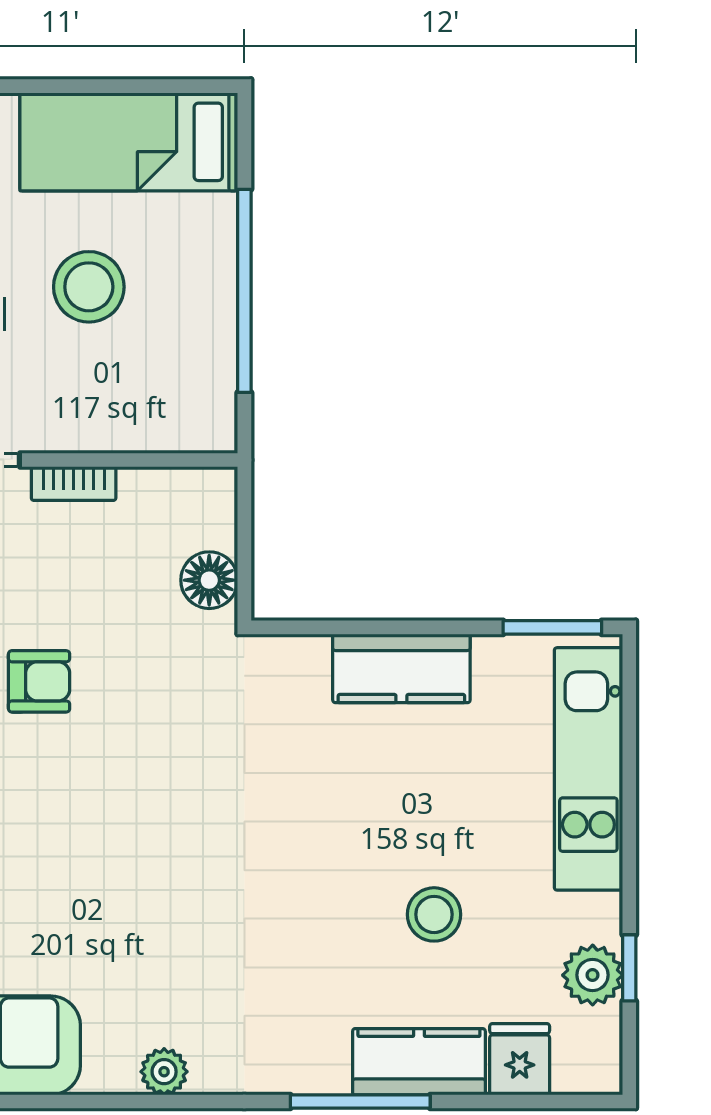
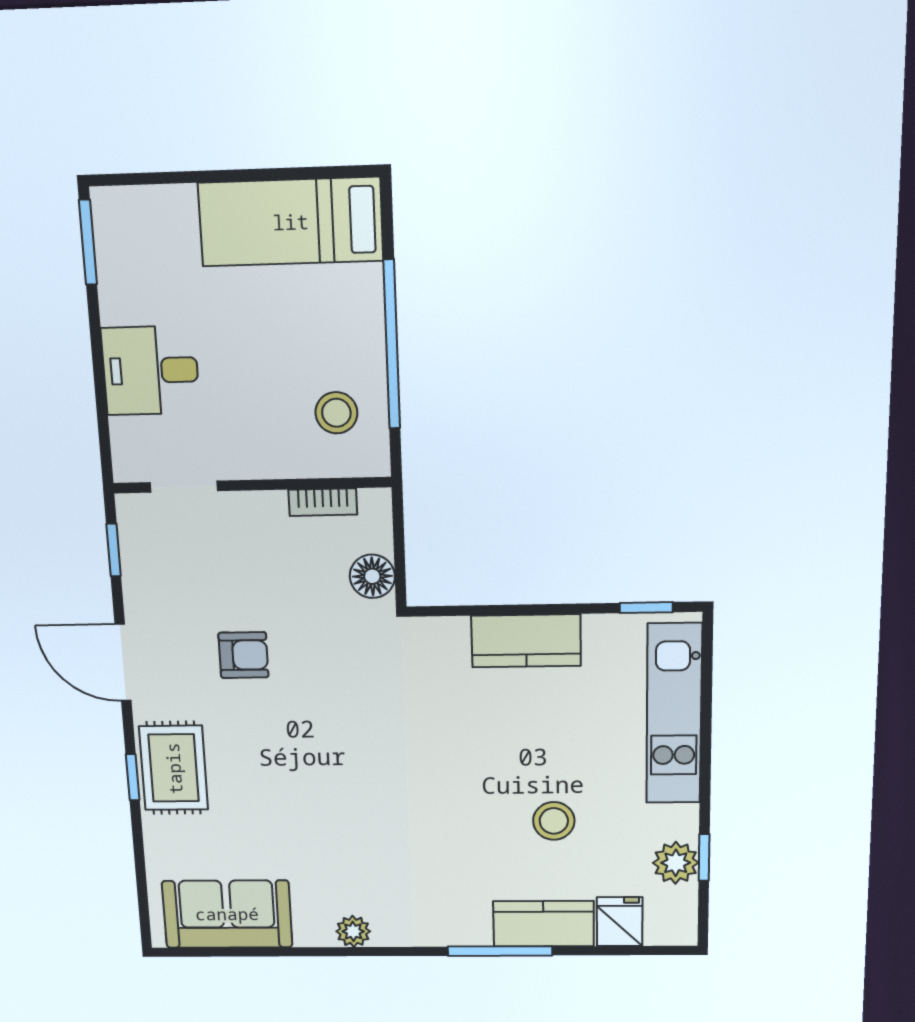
stool: (89, 287) -> (336, 413), moved, width x0.73, depth x0.73
bookcase: (74, 484) -> (323, 502), moved
window: (552, 627) -> (646, 608), width x0.67

